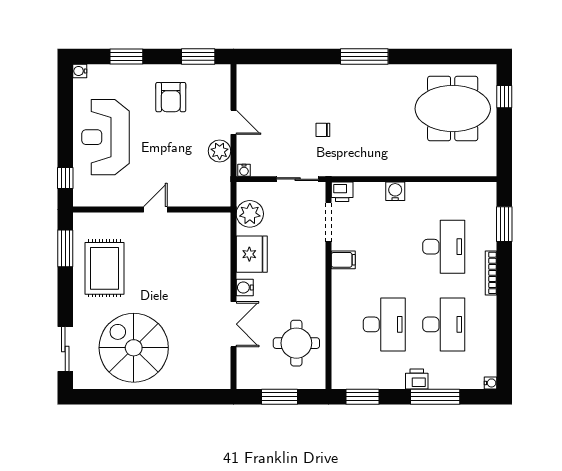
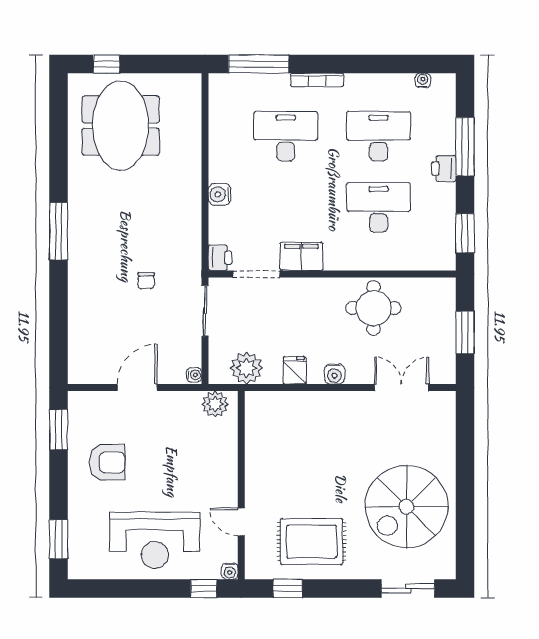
window: (126, 57) -> (59, 539), moved
water cooler: (80, 71) -> (230, 571), moved
door: (233, 122) -> (137, 387), width x1.38
plant: (220, 151) -> (215, 404), moved
door: (155, 210) -> (241, 522), moved
window: (504, 224) -> (259, 64), width x1.44
window: (65, 248) -> (288, 588), width x0.67
fridge: (252, 254) -> (295, 370), width x0.53, depth x0.75
filing cabinet: (343, 260) -> (301, 256), width x2.00
double door: (233, 324) -> (401, 387), moved
round table: (296, 343) -> (373, 308), moved
water cooler: (491, 383) -> (423, 80), moved

